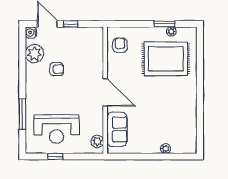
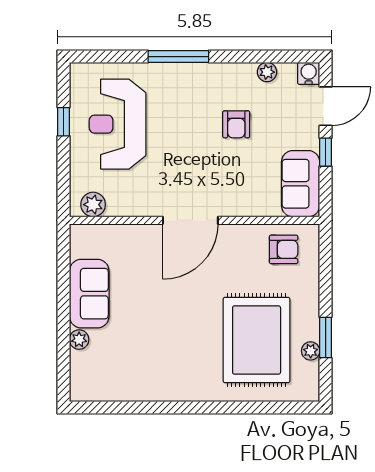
sofa: (87, 37) -> (301, 184), added
plant: (34, 54) -> (267, 72), width x0.53, depth x0.53
window: (22, 114) -> (178, 57), moved
sofa: (117, 129) -> (89, 294), moved, turned -90

